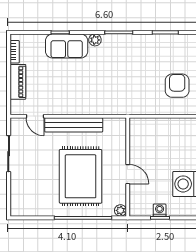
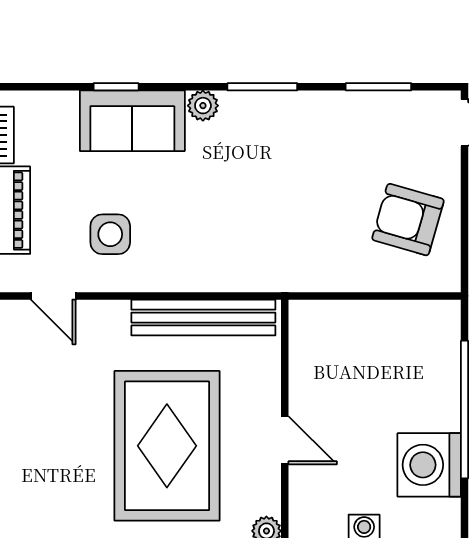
armchair: (177, 86) -> (408, 220), turned -74
side table: (58, 92) -> (110, 234), added
bench: (74, 125) -> (203, 318), moved

